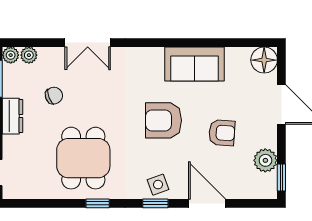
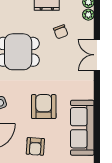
sofa: (195, 64) -> (82, 128), width x1.36

